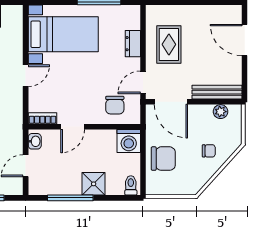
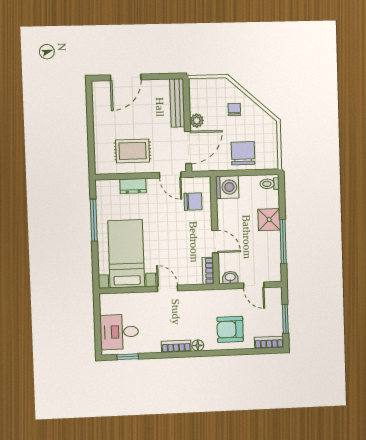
plant: (221, 112) -> (197, 121), moved

